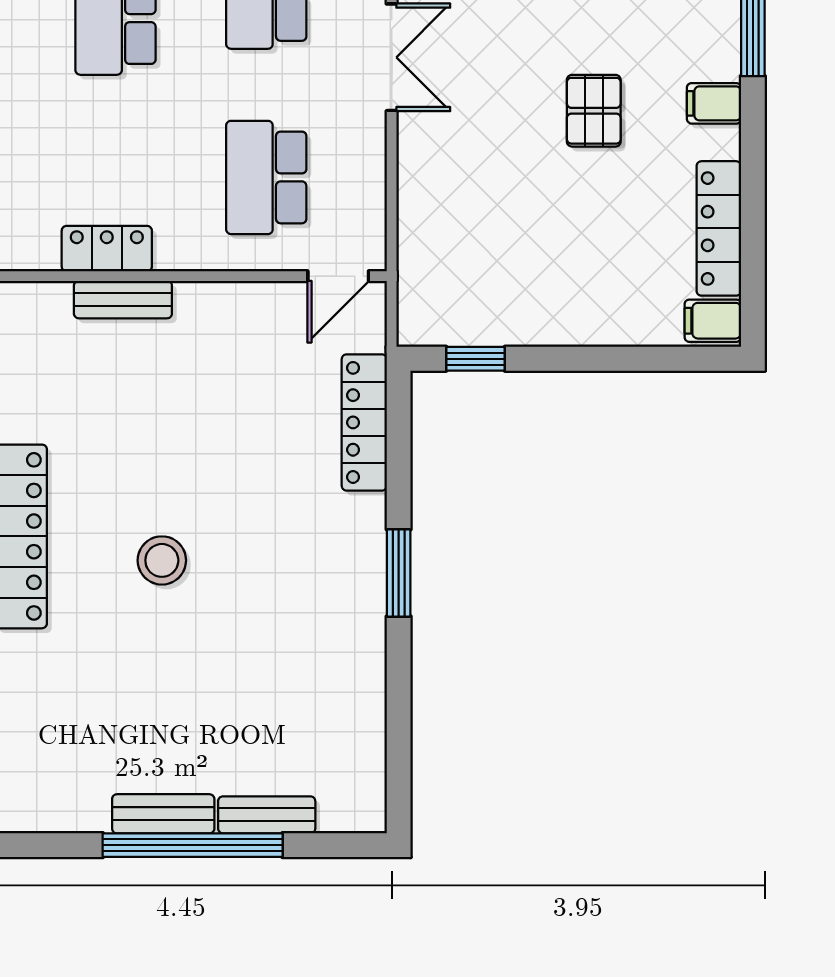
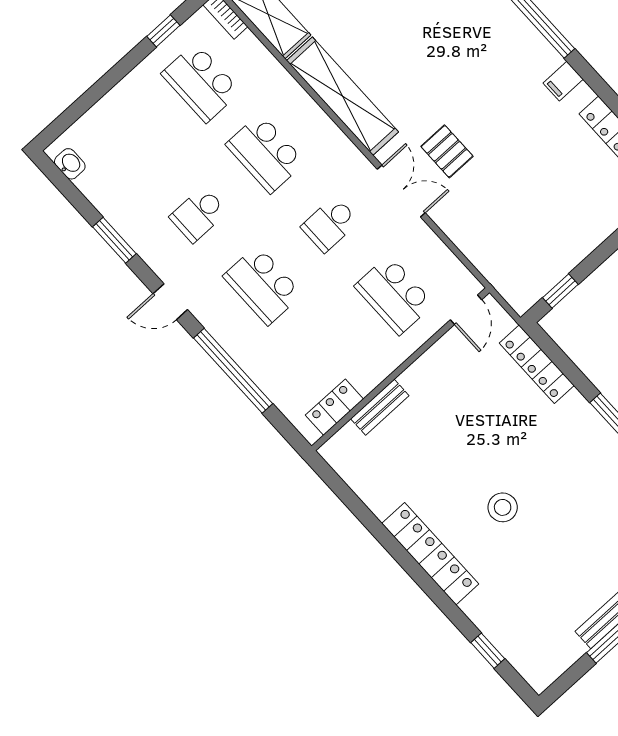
pallet: (594, 111) -> (447, 151), moved
locker: (107, 249) -> (334, 407), moved

